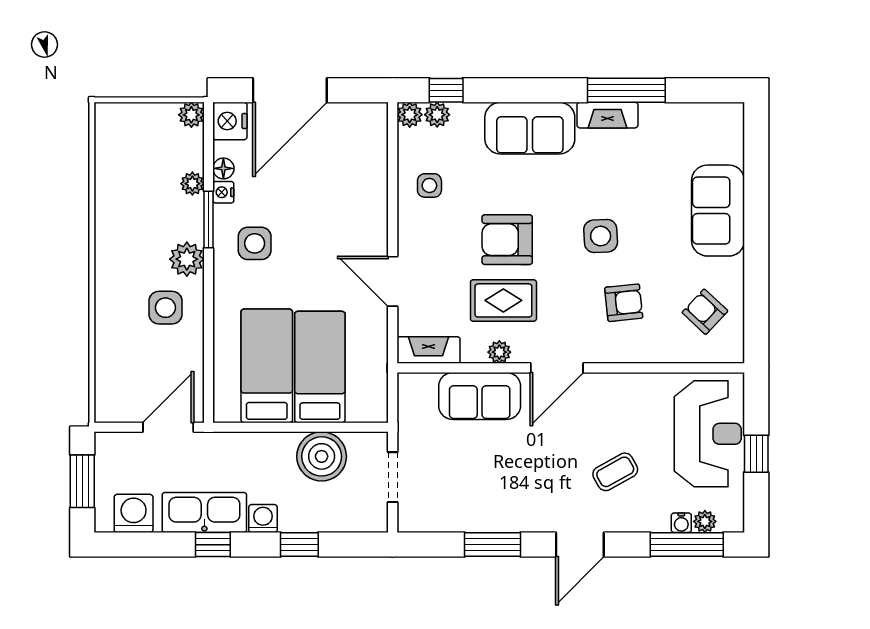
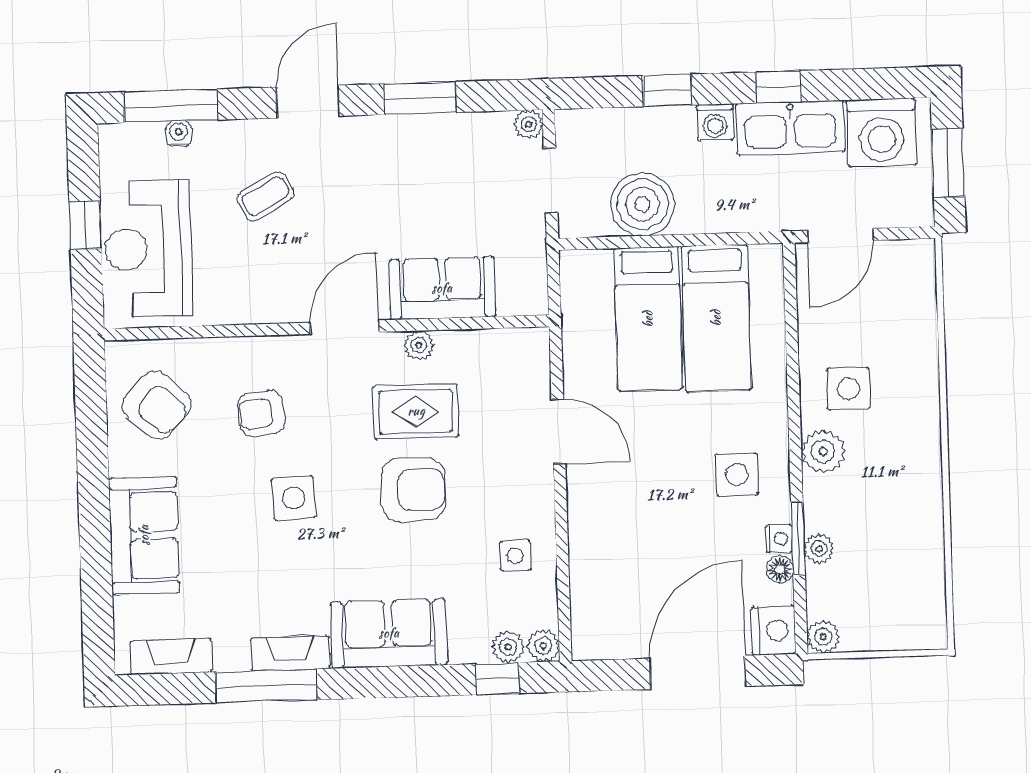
window: (208, 220) -> (798, 538), moved
armchair: (705, 312) -> (157, 405), width x1.38, depth x1.38
fireplace: (428, 350) -> (171, 656), moved, turned 180
washing machine: (134, 513) -> (881, 133), width x1.37, depth x1.37
plant: (705, 521) -> (529, 124), moved

